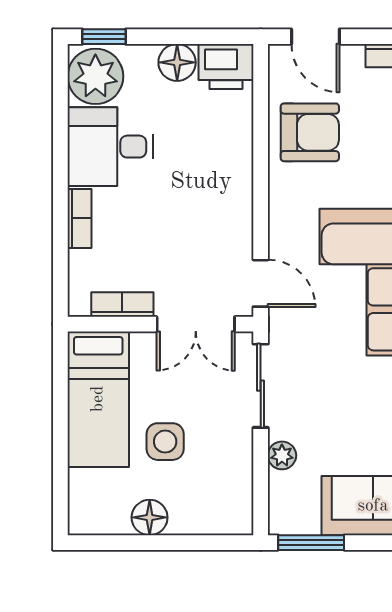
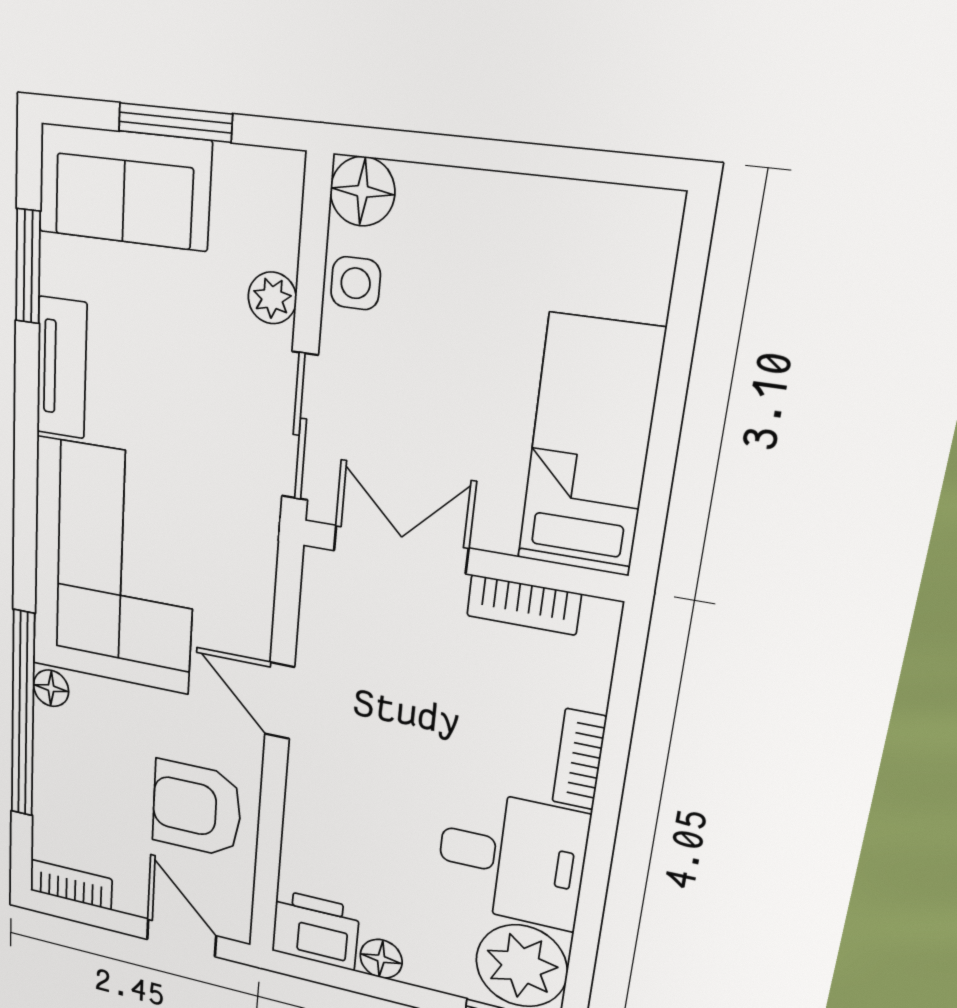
floor lamp: (177, 62) -> (381, 959), width x0.73, depth x0.73
door: (261, 283) -> (280, 701), moved
side table: (165, 442) -> (356, 283), moved, width x0.73, depth x0.73
floor lamp: (150, 517) -> (362, 191), moved
window: (311, 543) -> (175, 123), moved

